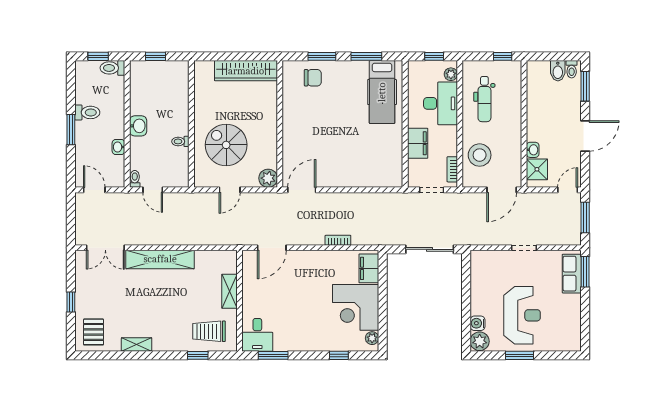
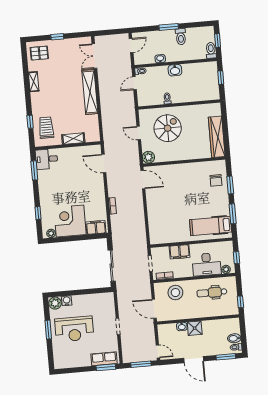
shower: (537, 169) -> (195, 328), moved

